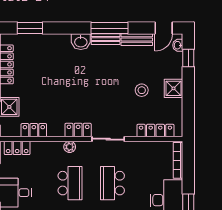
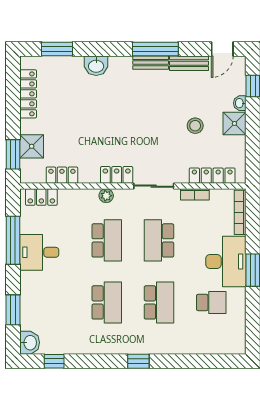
washbasin: (81, 42) -> (96, 66), moved
washbasin: (178, 45) -> (240, 103), moved
bookcase: (141, 146) -> (195, 194), added

